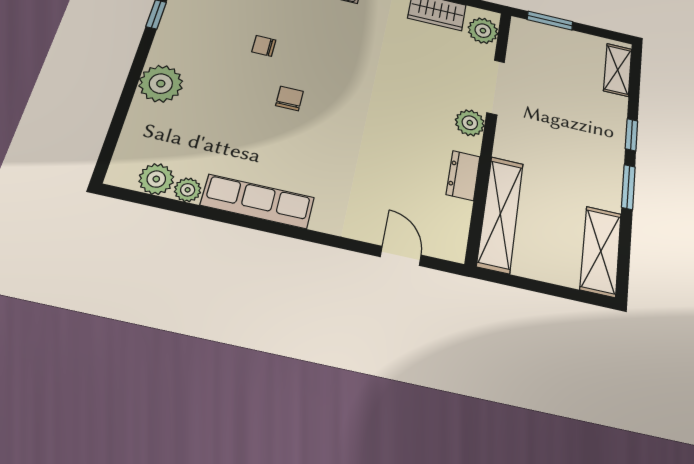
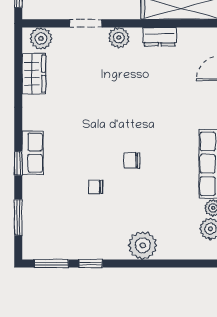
chair: (264, 46) -> (96, 187), turned 90
doorway: (496, 87) -> (86, 23), width x0.73

